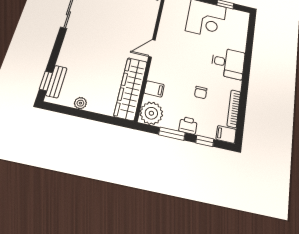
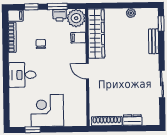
door: (152, 48) -> (87, 71), swing flipped
bench: (56, 82) -> (154, 41), moved
printer: (188, 125) -> (60, 15), moved

